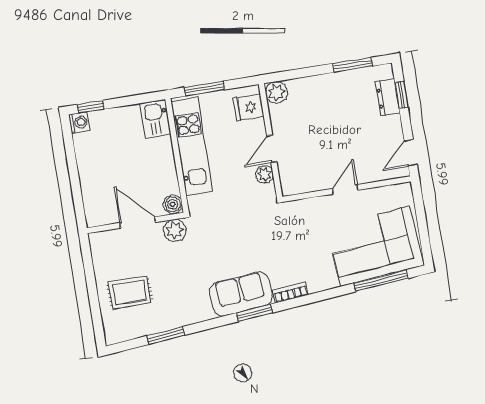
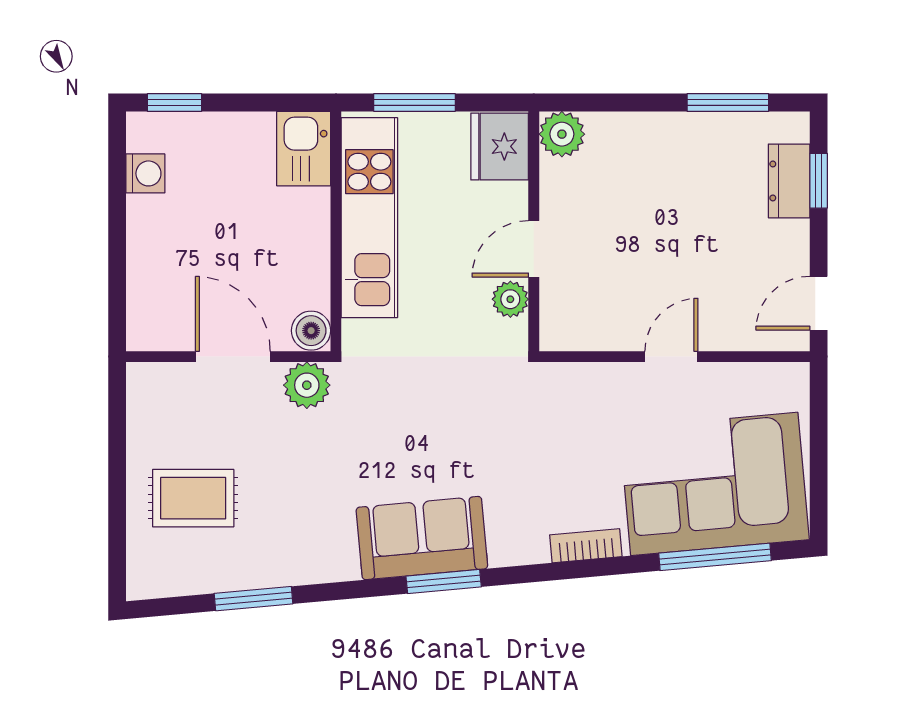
fridge: (249, 107) -> (500, 146), width x1.38
washing machine: (79, 122) -> (145, 173), moved
bookcase: (291, 292) -> (586, 546), moved

